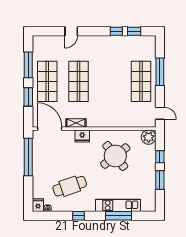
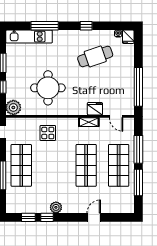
plant: (108, 41) -> (56, 207), added
window: (28, 97) -> (138, 149), width x1.44
display table: (115, 113) -> (48, 133), added
door: (50, 129) -> (116, 116), width x0.53
fridge: (82, 136) -> (95, 109), moved
round table: (115, 156) -> (48, 88), turned 38
kitchen unit: (118, 205) -> (29, 37), moved

